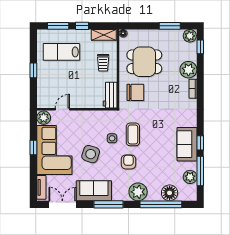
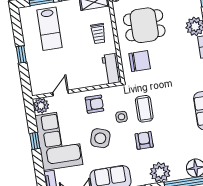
lab bench: (61, 52) -> (50, 29), turned -90
armchair: (90, 124) -> (94, 104), added

